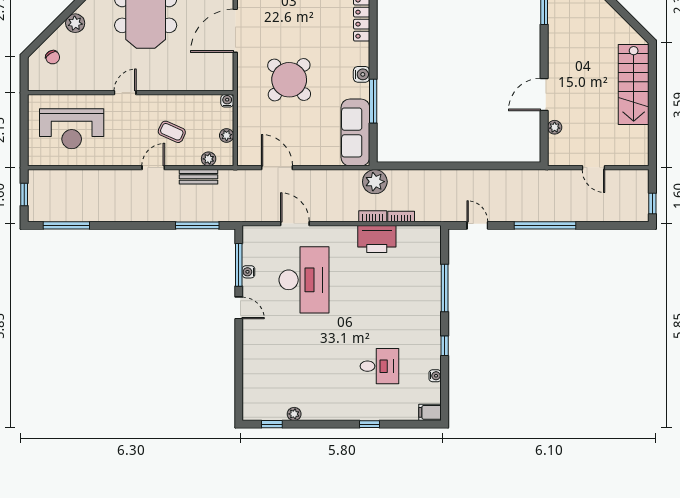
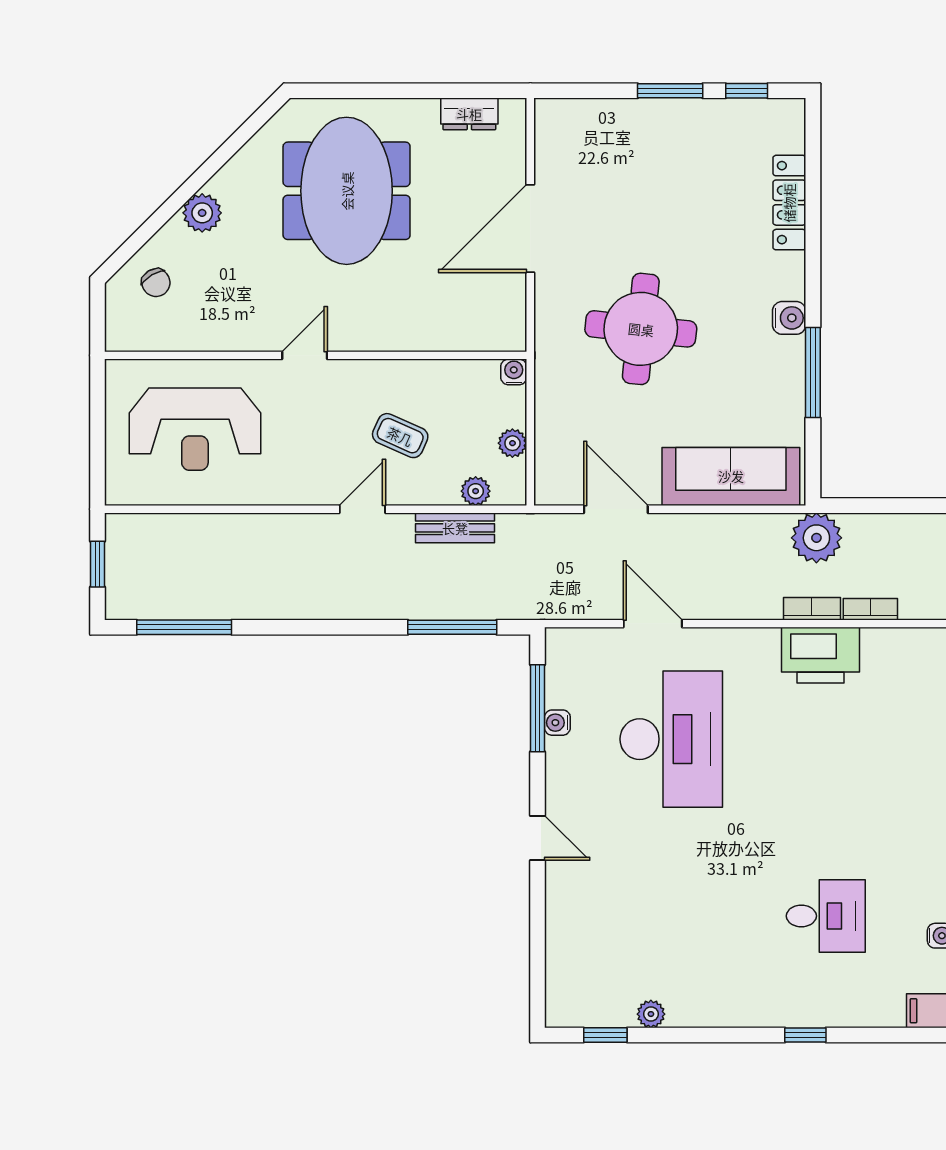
round table: (289, 80) -> (641, 329), turned -38
sofa: (355, 132) -> (731, 476), moved, turned 90
door: (239, 308) -> (537, 838), moved

